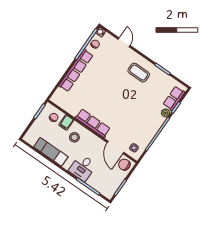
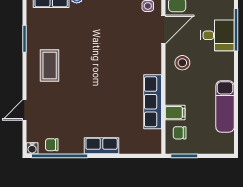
row of seats: (76, 70) -> (102, 146), width x0.50
row of seats: (93, 123) -> (153, 102), moved
stool: (74, 137) -> (182, 63), moved
desk: (83, 168) -> (217, 35), moved

